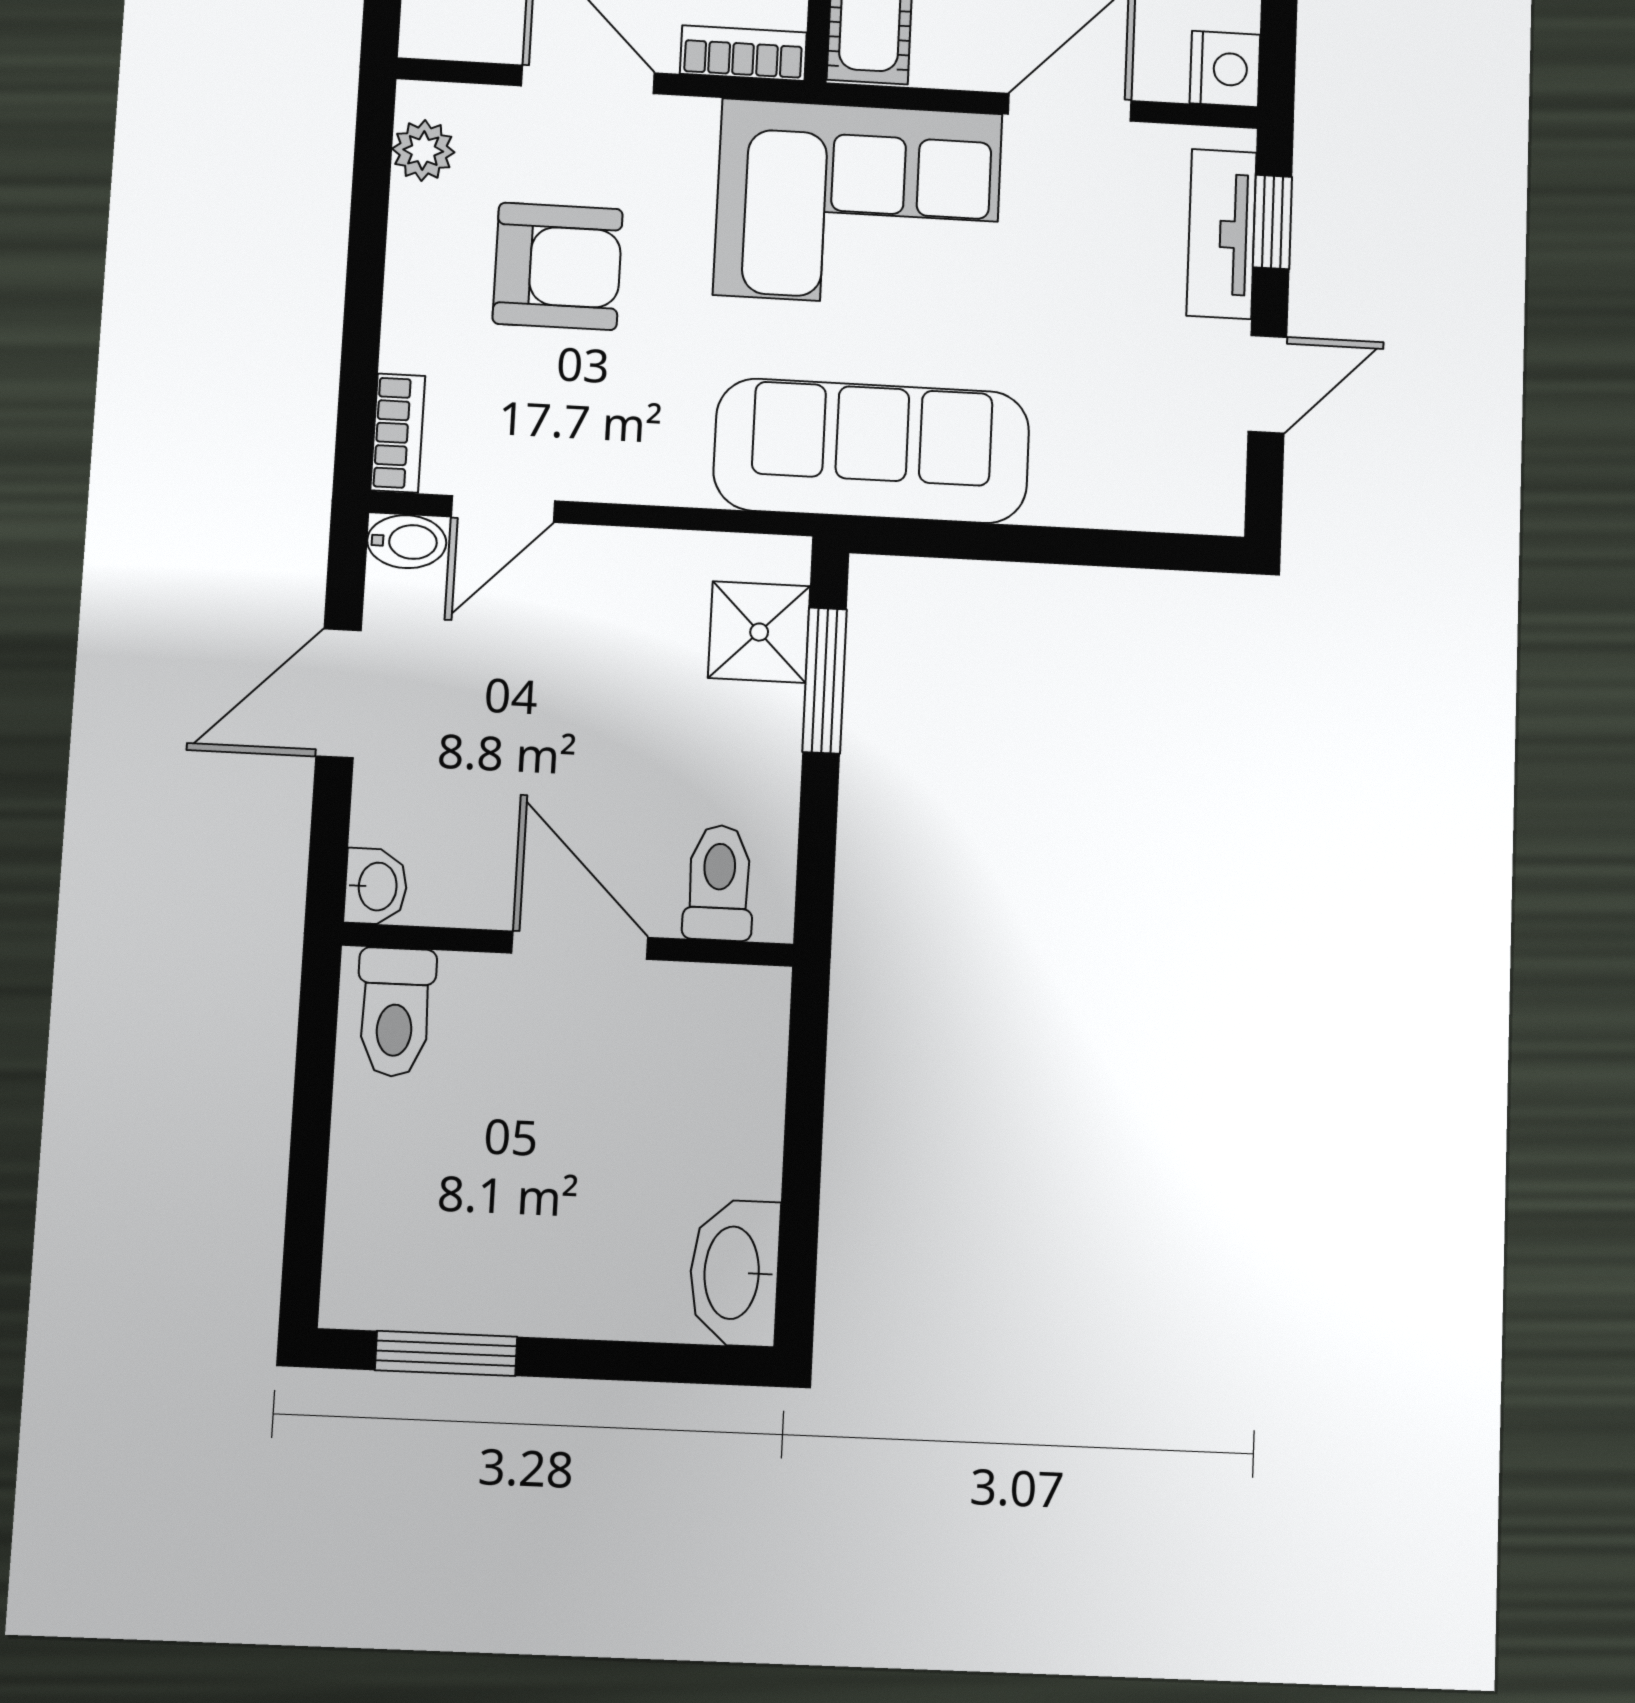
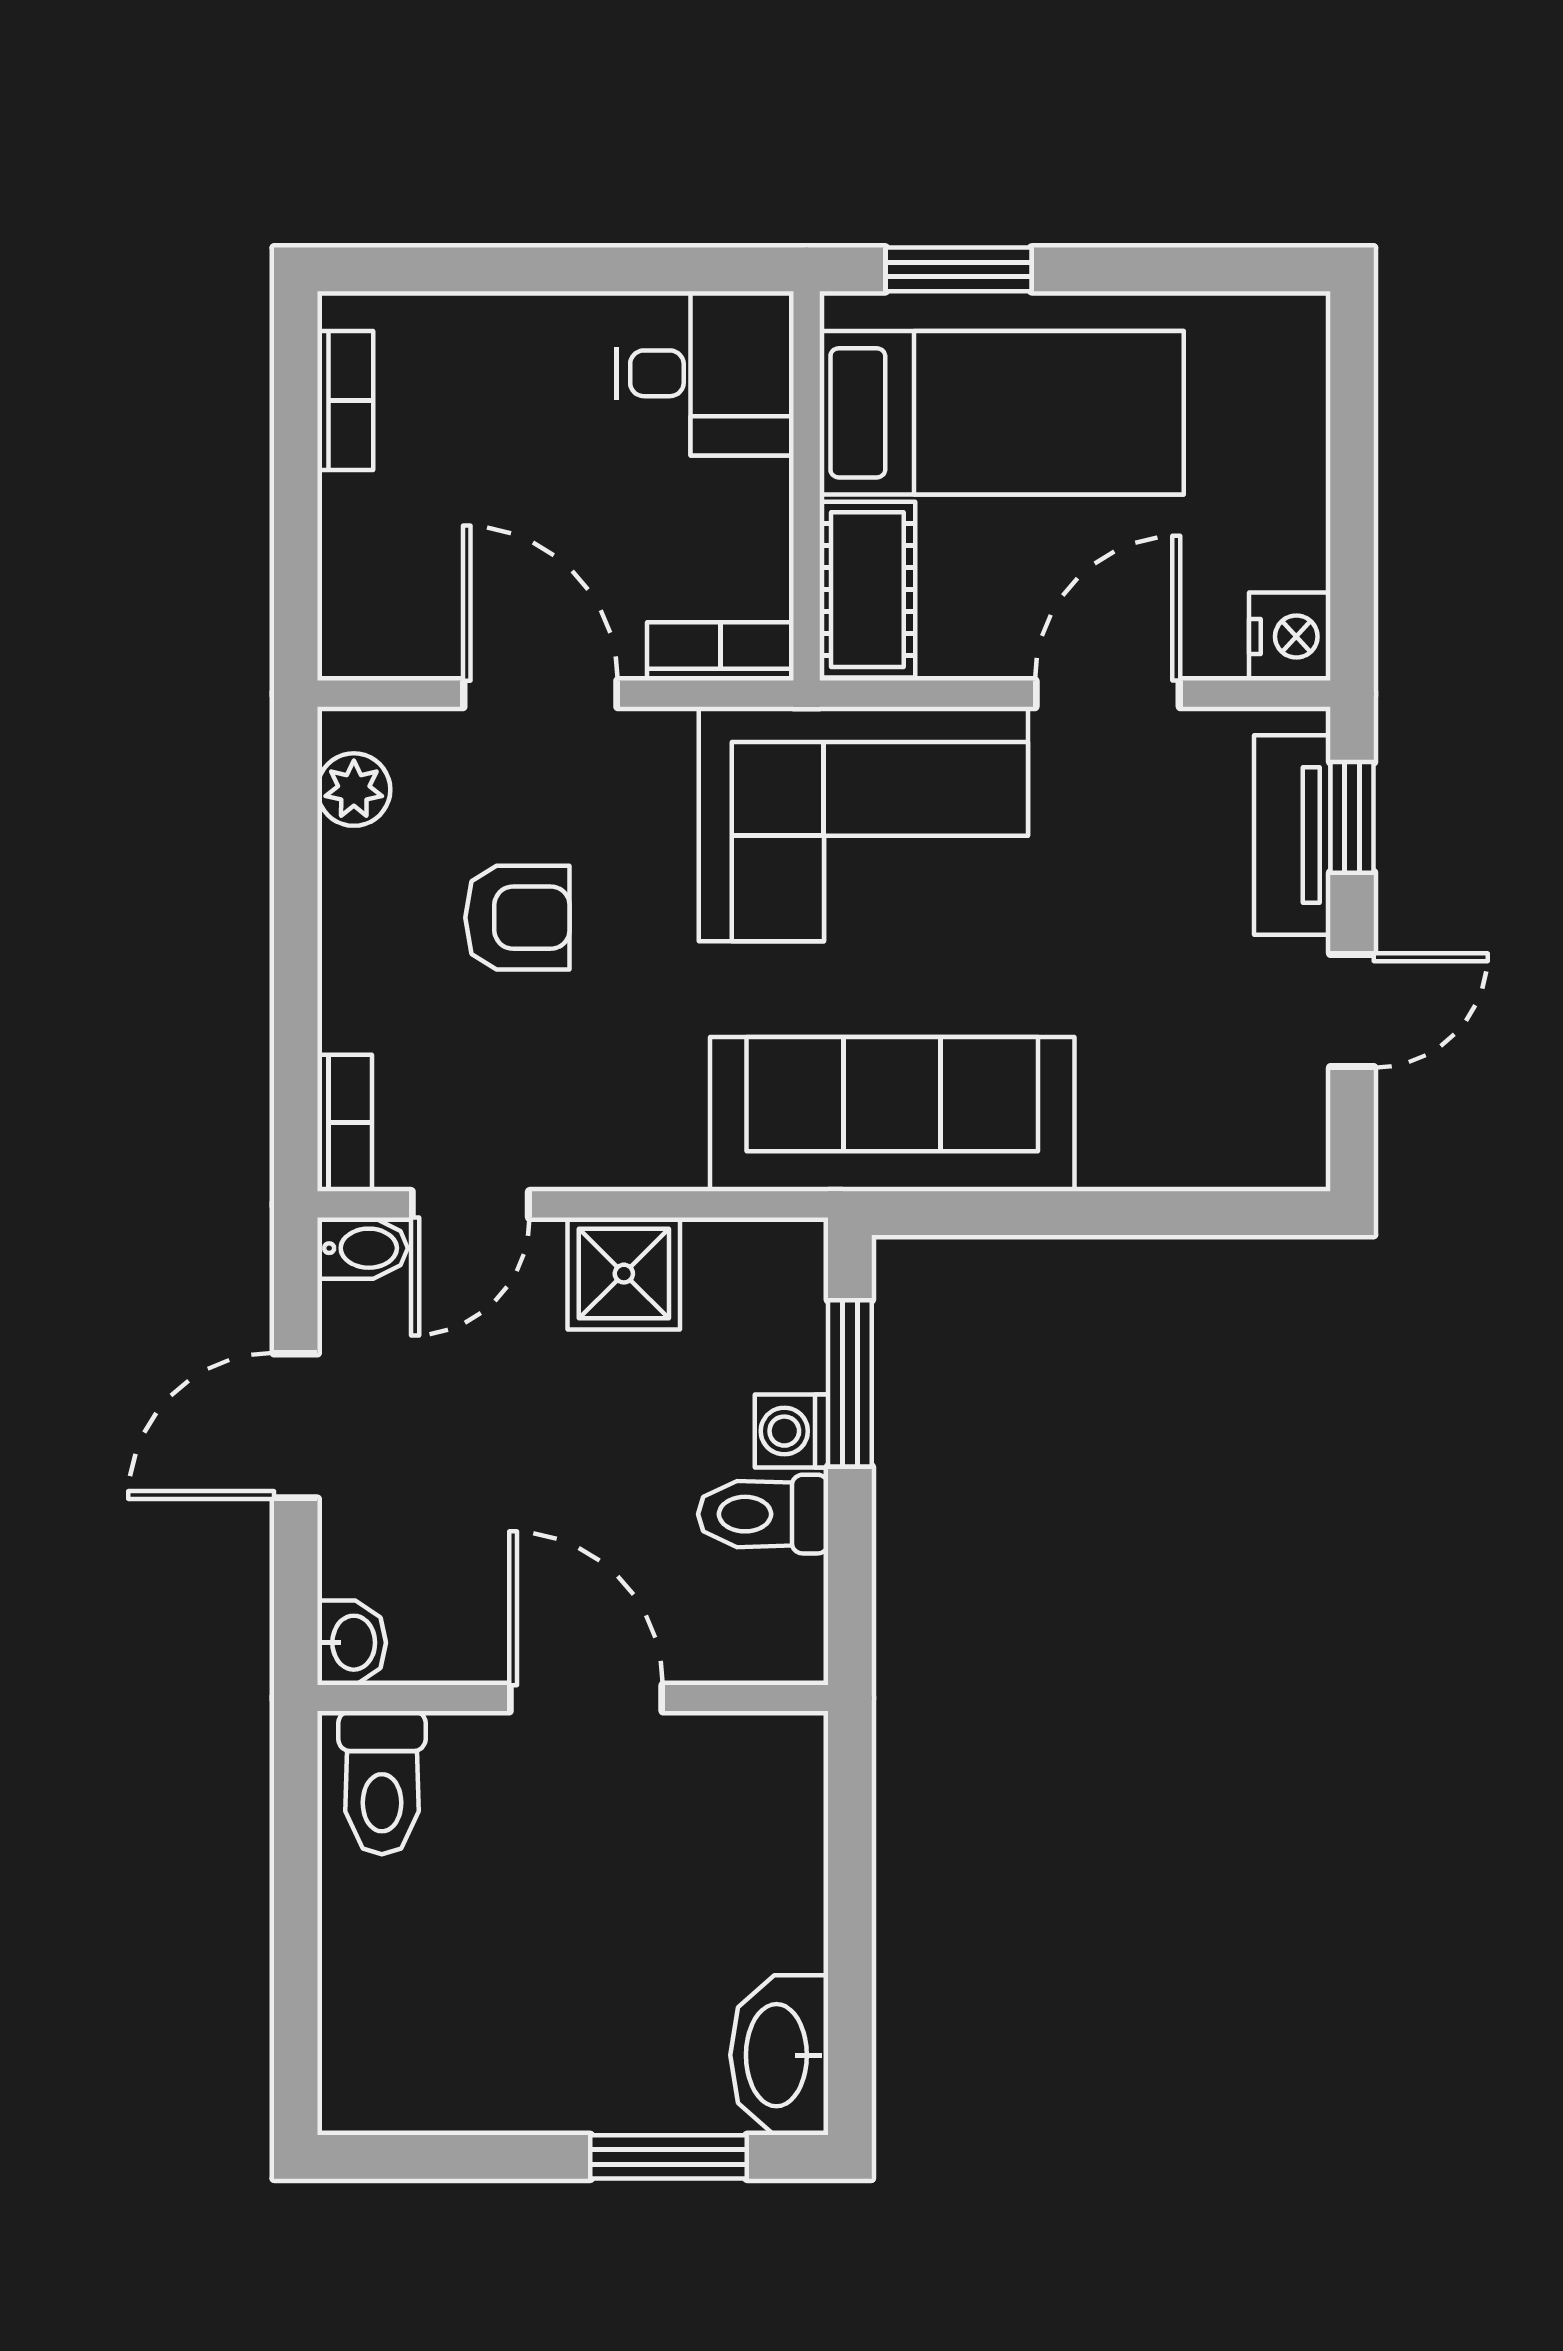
armchair: (558, 266) -> (517, 918), width x0.72, depth x0.72
shower: (759, 632) -> (624, 1274), moved
washing machine: (772, 719) -> (792, 1431), added
toilet: (719, 883) -> (763, 1514), moved, turned -90
window: (446, 1353) -> (669, 2157), moved

